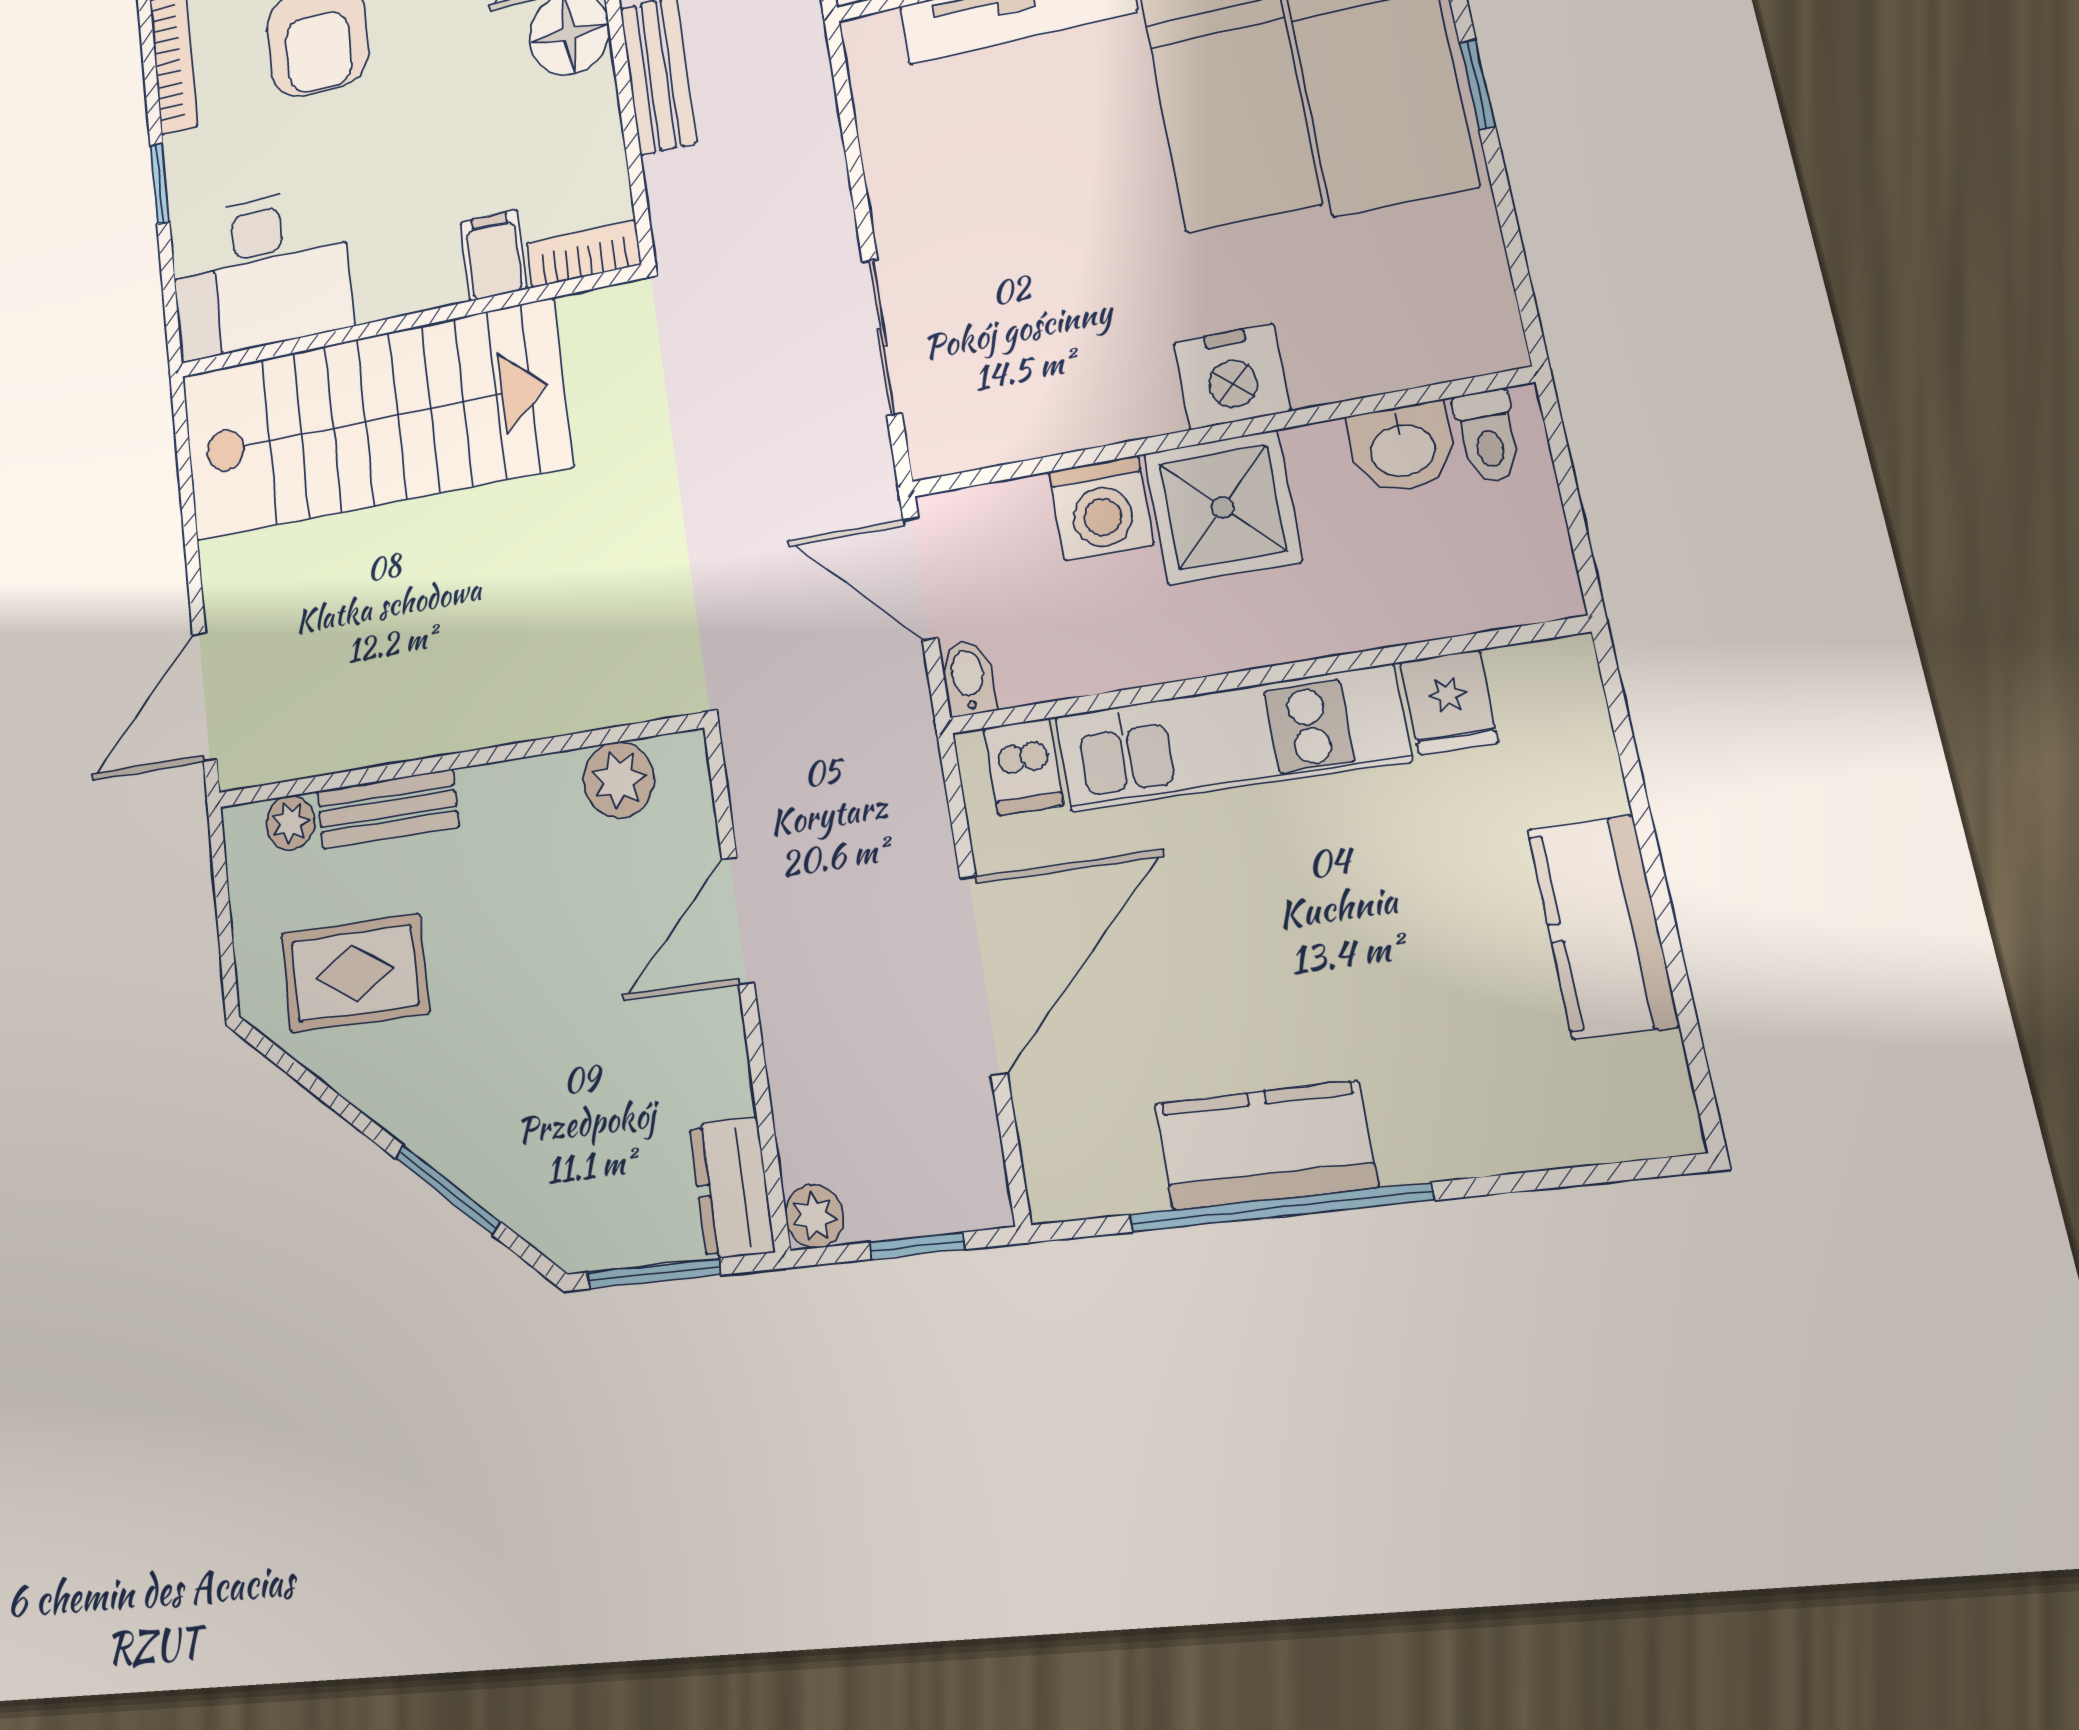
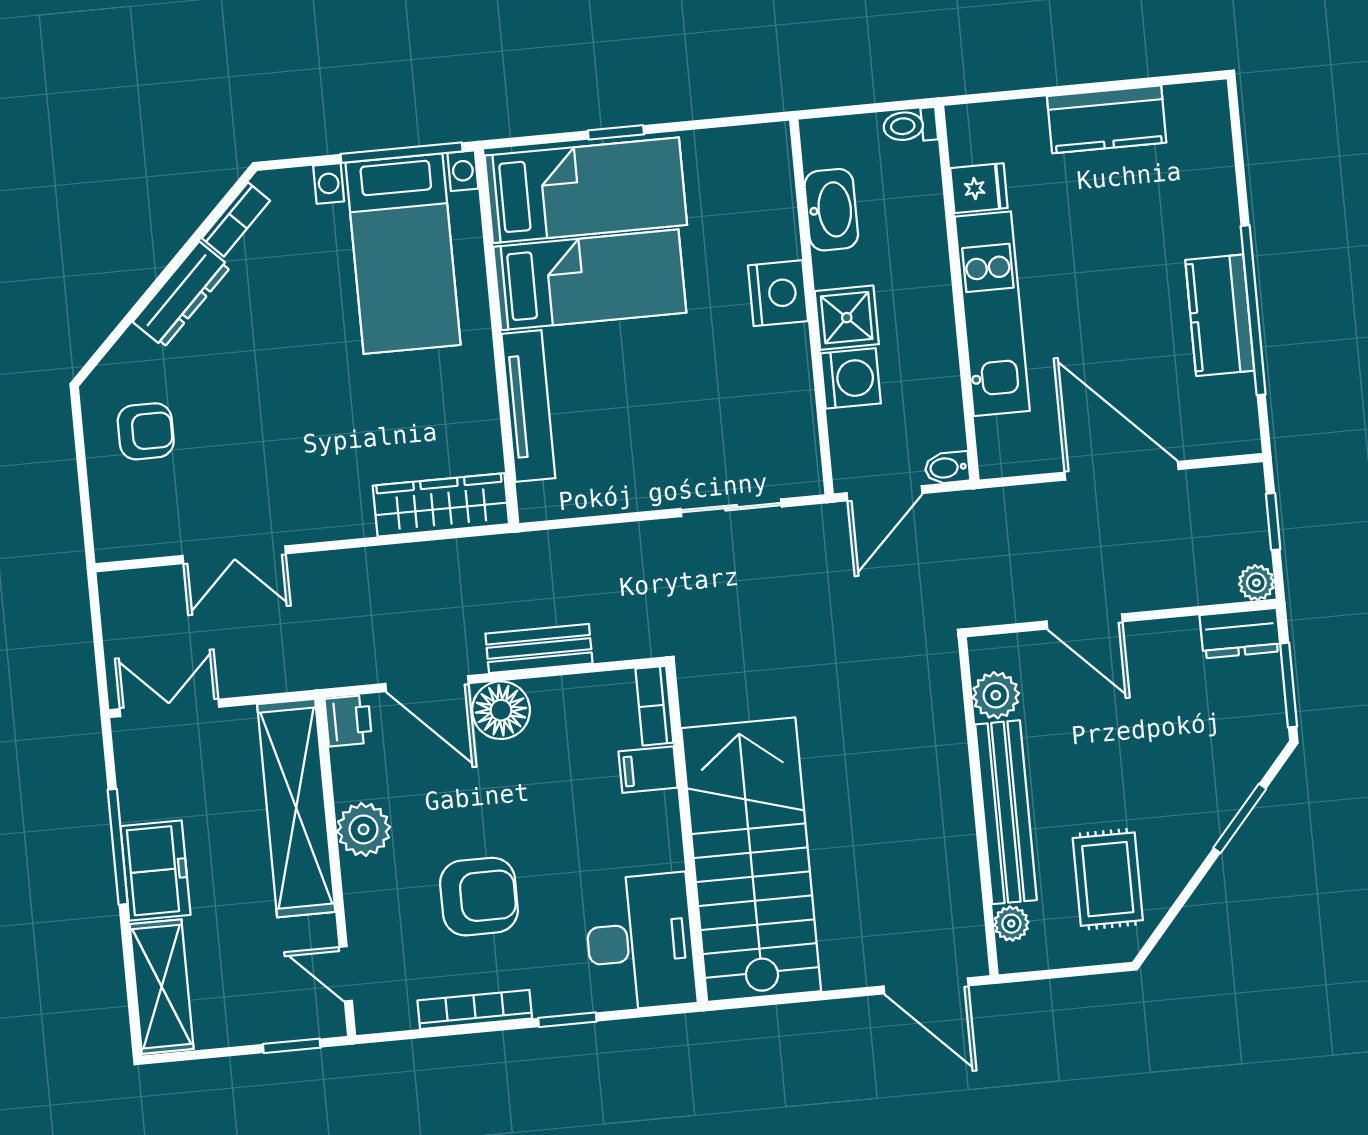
toilet: (1488, 436) -> (910, 126), moved, turned 180
washbasin: (1402, 448) -> (831, 210), width x1.38
shower: (1223, 507) -> (847, 318), width x0.73, depth x0.73
dishwasher: (1024, 767) -> (1002, 438), removed
bench: (387, 809) -> (1006, 812), width x1.86, depth x1.21

